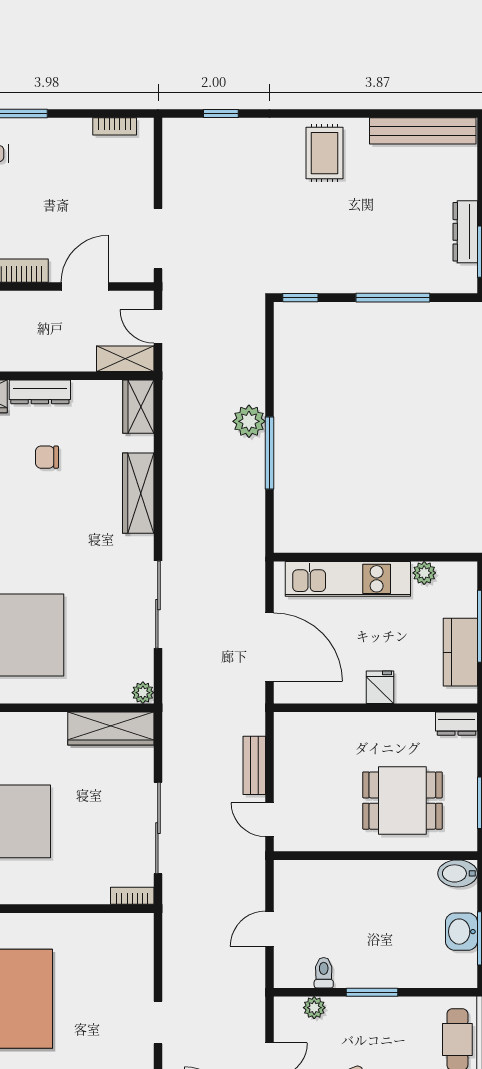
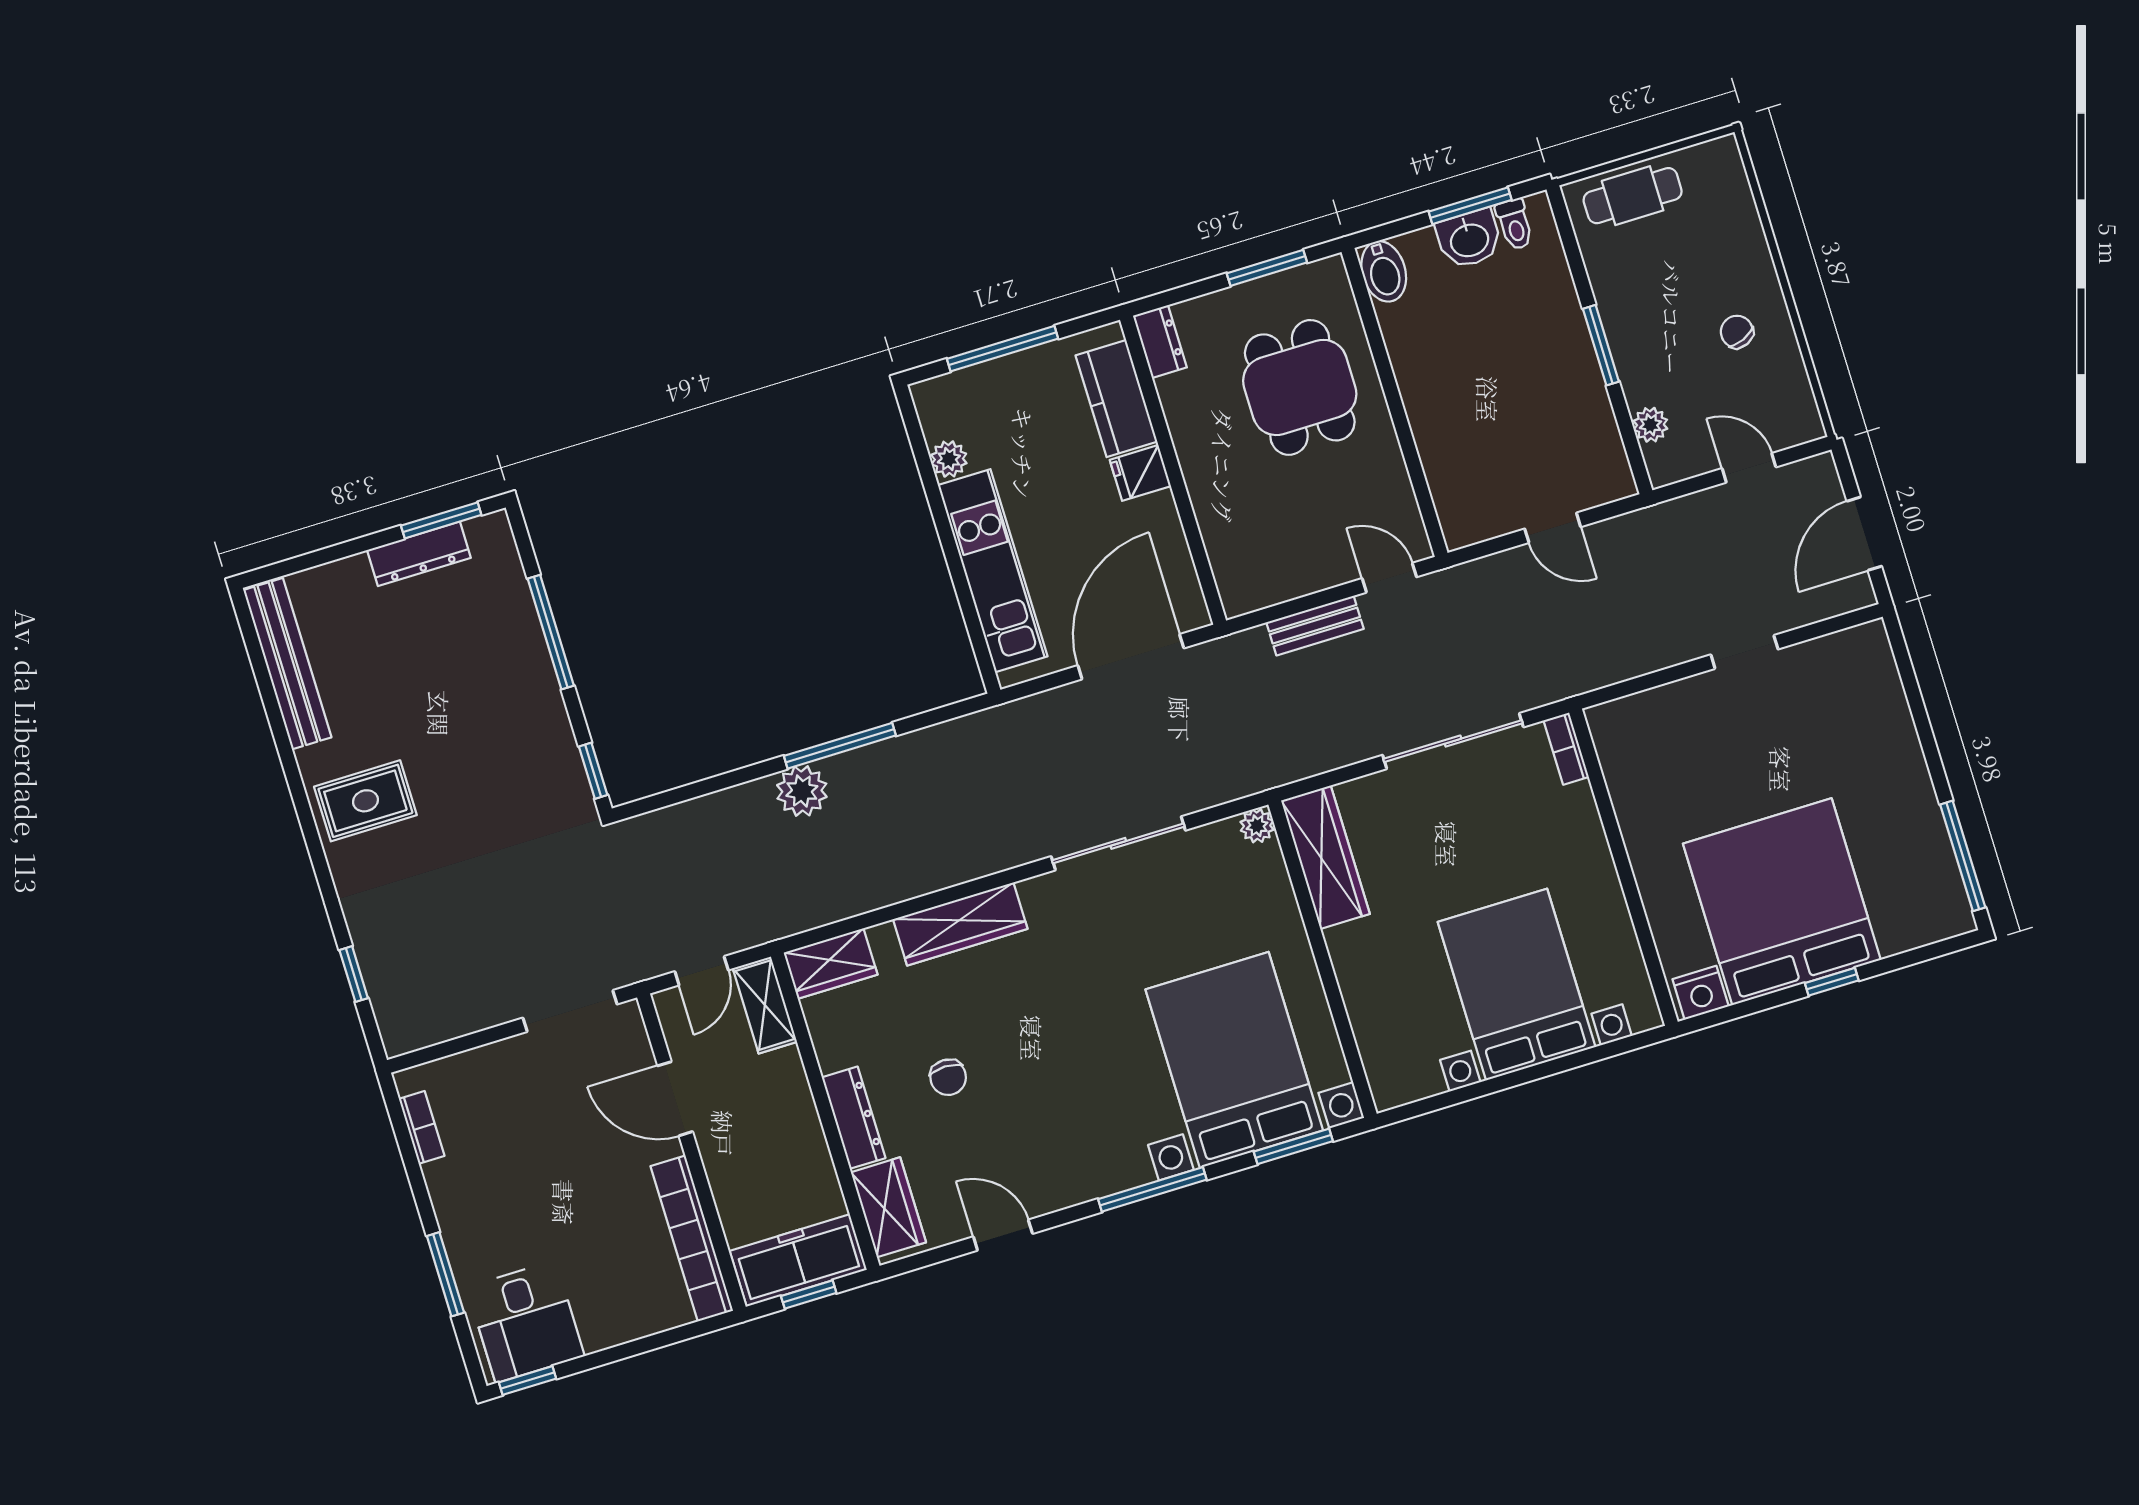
kitchen counter: (460, 652) -> (1116, 398), moved, turned 90
door: (270, 820) -> (1389, 578), swing flipped
toilet: (324, 973) -> (1515, 224), moved, turned -90

